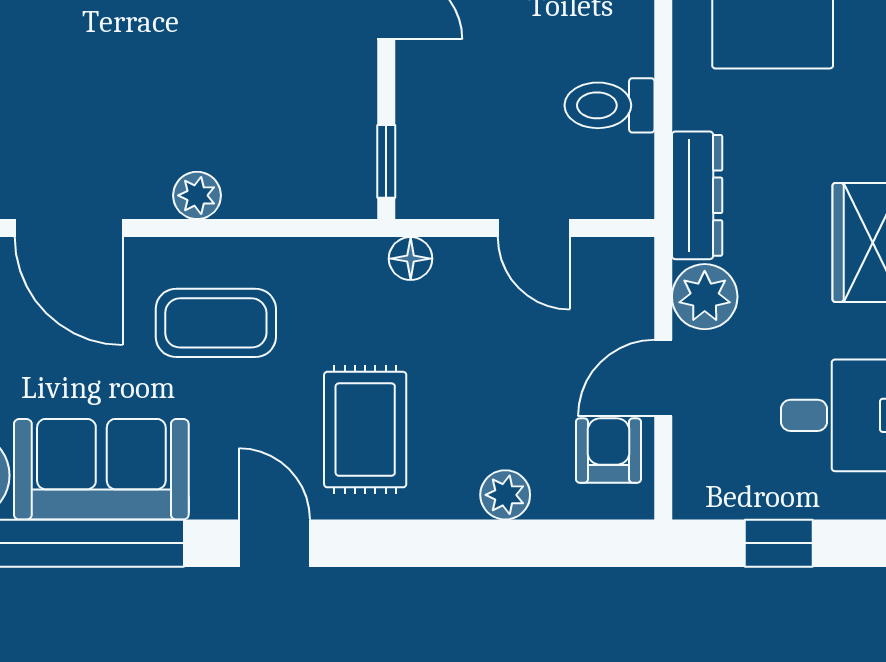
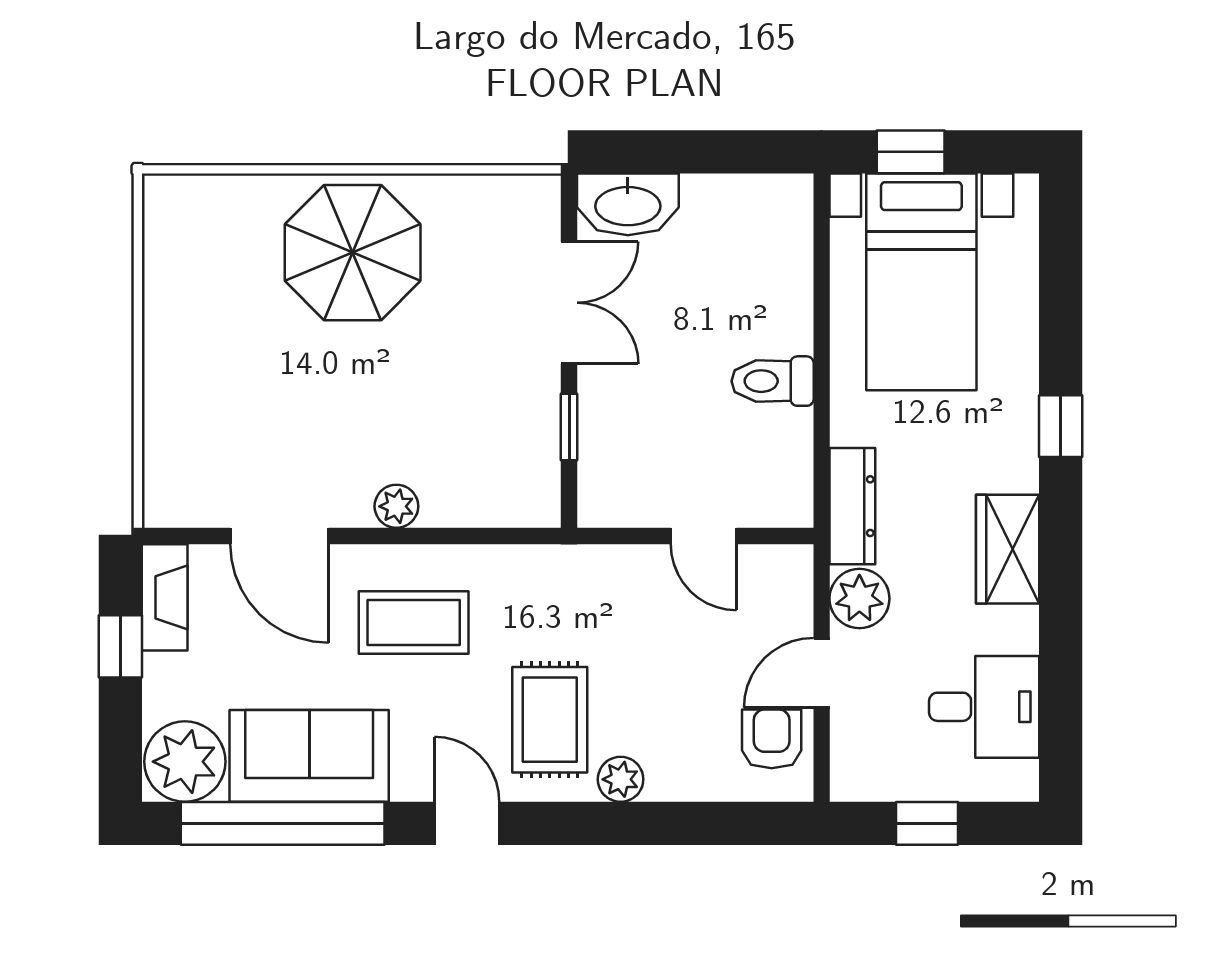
toilet: (609, 105) -> (773, 381), moved
window: (386, 161) -> (569, 427), moved
floor lamp: (411, 259) -> (591, 564), removed
plant: (505, 495) -> (621, 779), moved

